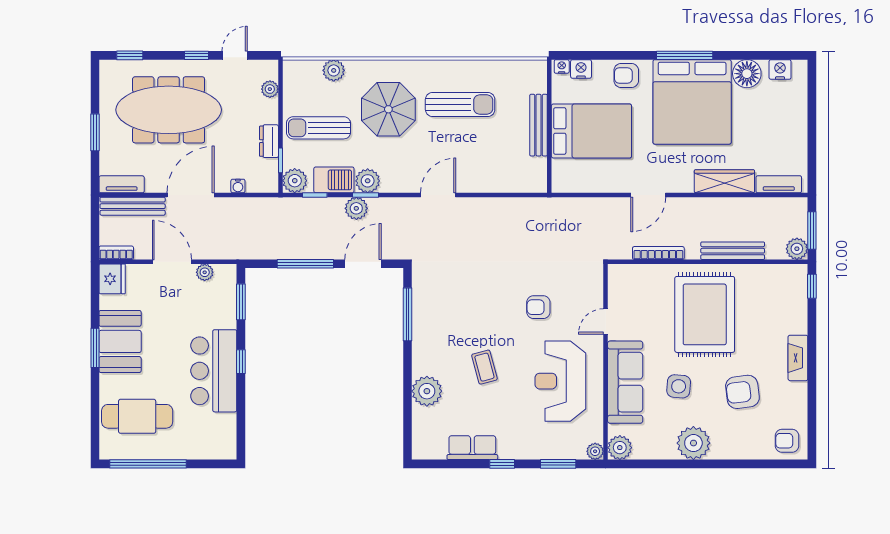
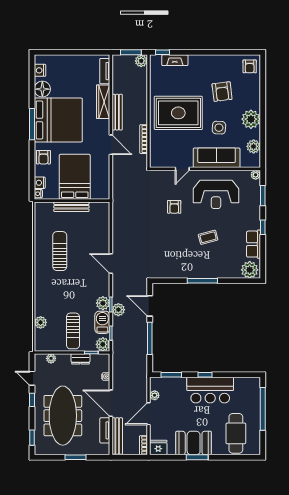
parasol: (388, 109) -> (62, 291), removed
tv unit: (122, 184) -> (105, 430), moved
bench: (733, 251) -> (117, 112), moved
window: (408, 314) -> (202, 281), moved
door: (606, 321) -> (182, 169), hinge flipped
fireplace: (798, 358) -> (175, 60), moved
plant: (427, 391) -> (250, 270), moved
plant: (620, 448) -> (254, 146), moved
window: (148, 464) -> (263, 409), moved

